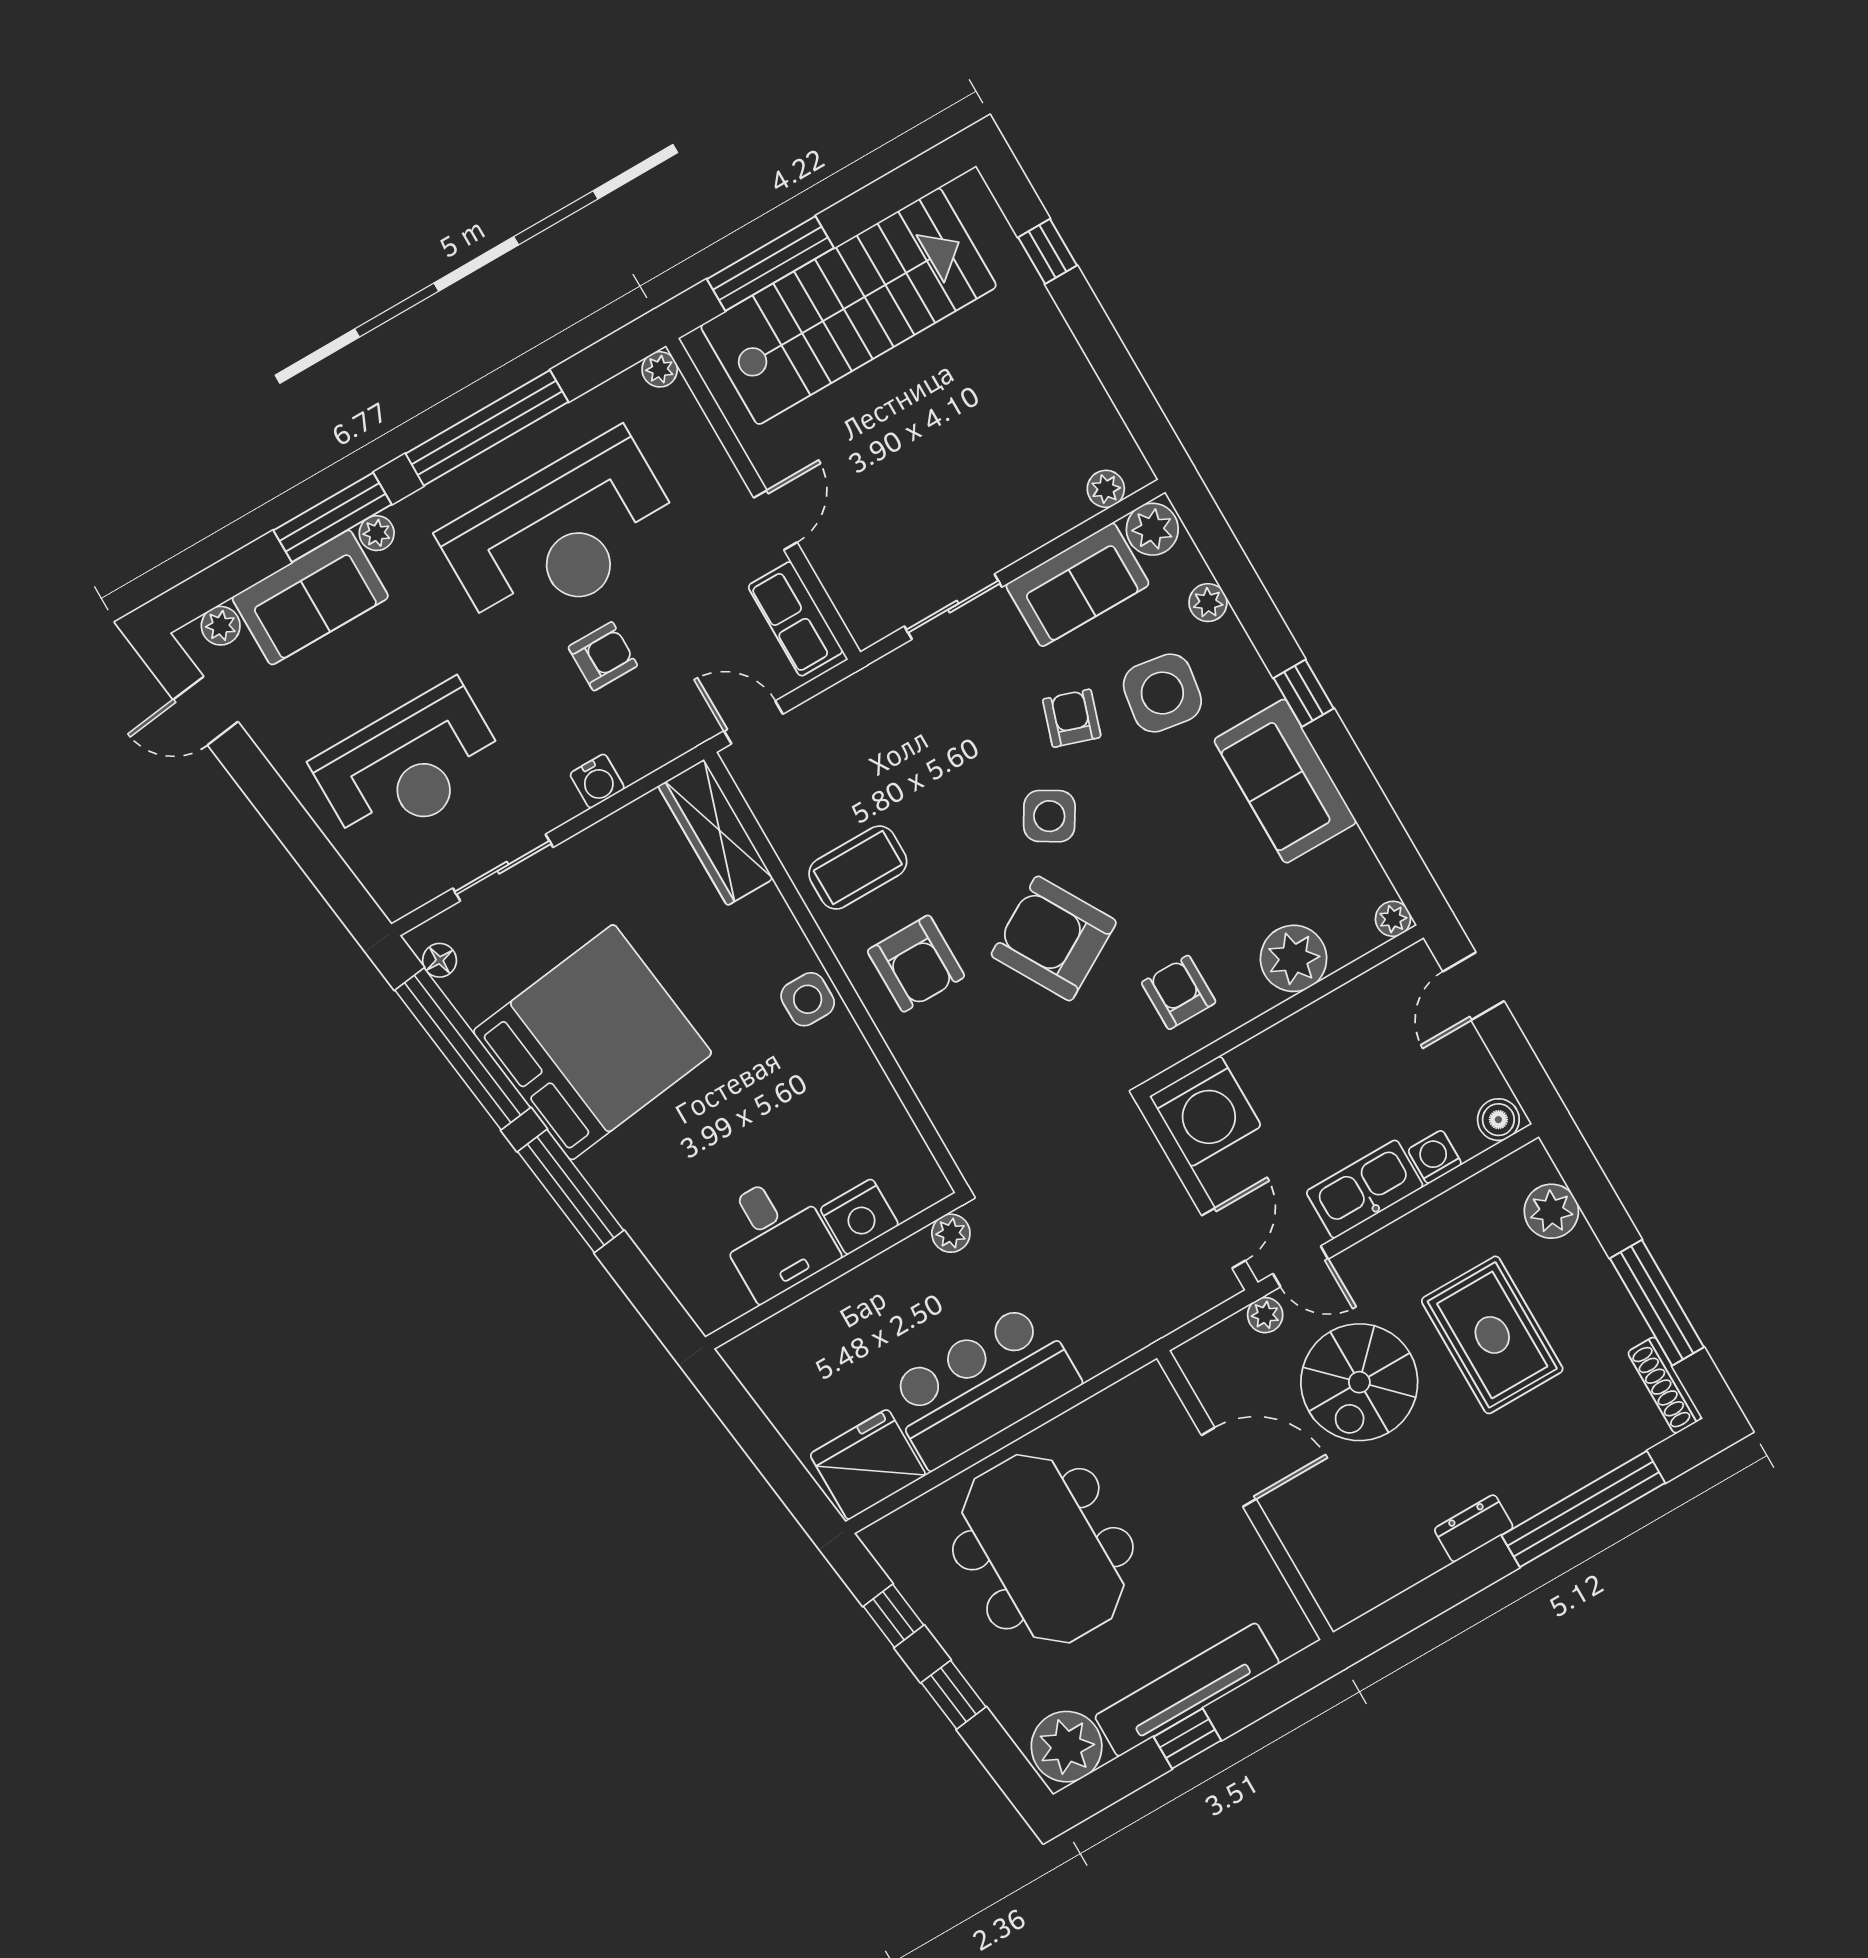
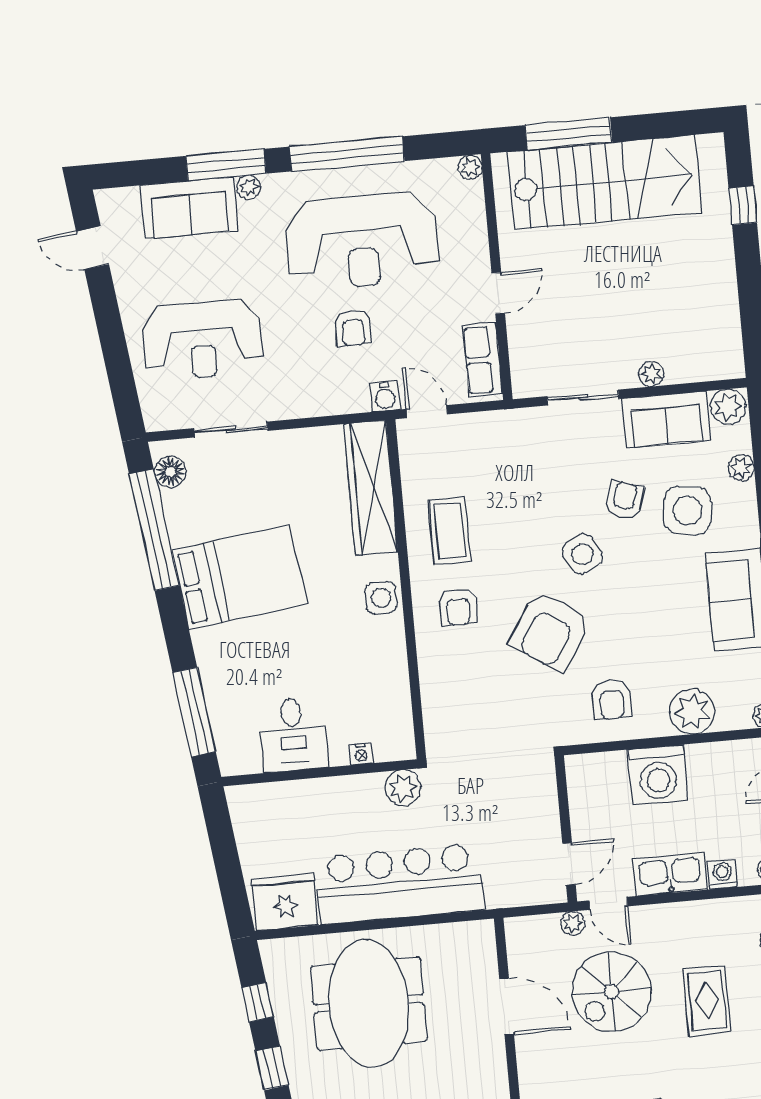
plant: (1106, 489) -> (651, 374), moved
plant: (221, 626) -> (126, 200), removed
armchair: (603, 656) -> (353, 328), turned 90
water cooler: (597, 781) -> (385, 397), moved
side table: (1049, 816) -> (582, 554), turned 31
wardrobe: (716, 832) -> (371, 488), width x1.40, depth x1.17
coffee table: (858, 868) -> (450, 531), turned 90
armchair: (1054, 938) -> (550, 631), turned -117
floor lamp: (440, 960) -> (170, 472), width x1.37, depth x1.37
armchair: (916, 964) -> (458, 607), width x0.72, depth x0.72
armchair: (1179, 992) -> (612, 700), turned 180
bed: (592, 1042) -> (239, 577), width x0.73
washing machine: (1206, 1111) -> (658, 775), moved
window: (571, 1191) -> (194, 712), moved
nightstand: (859, 1217) -> (361, 754), width x0.53, depth x0.56
plant: (951, 1233) -> (403, 788), width x1.38, depth x1.38
rug: (1492, 1335) -> (707, 1000), width x0.73, depth x0.70
bar counter: (982, 1386) -> (400, 884), width x1.36

